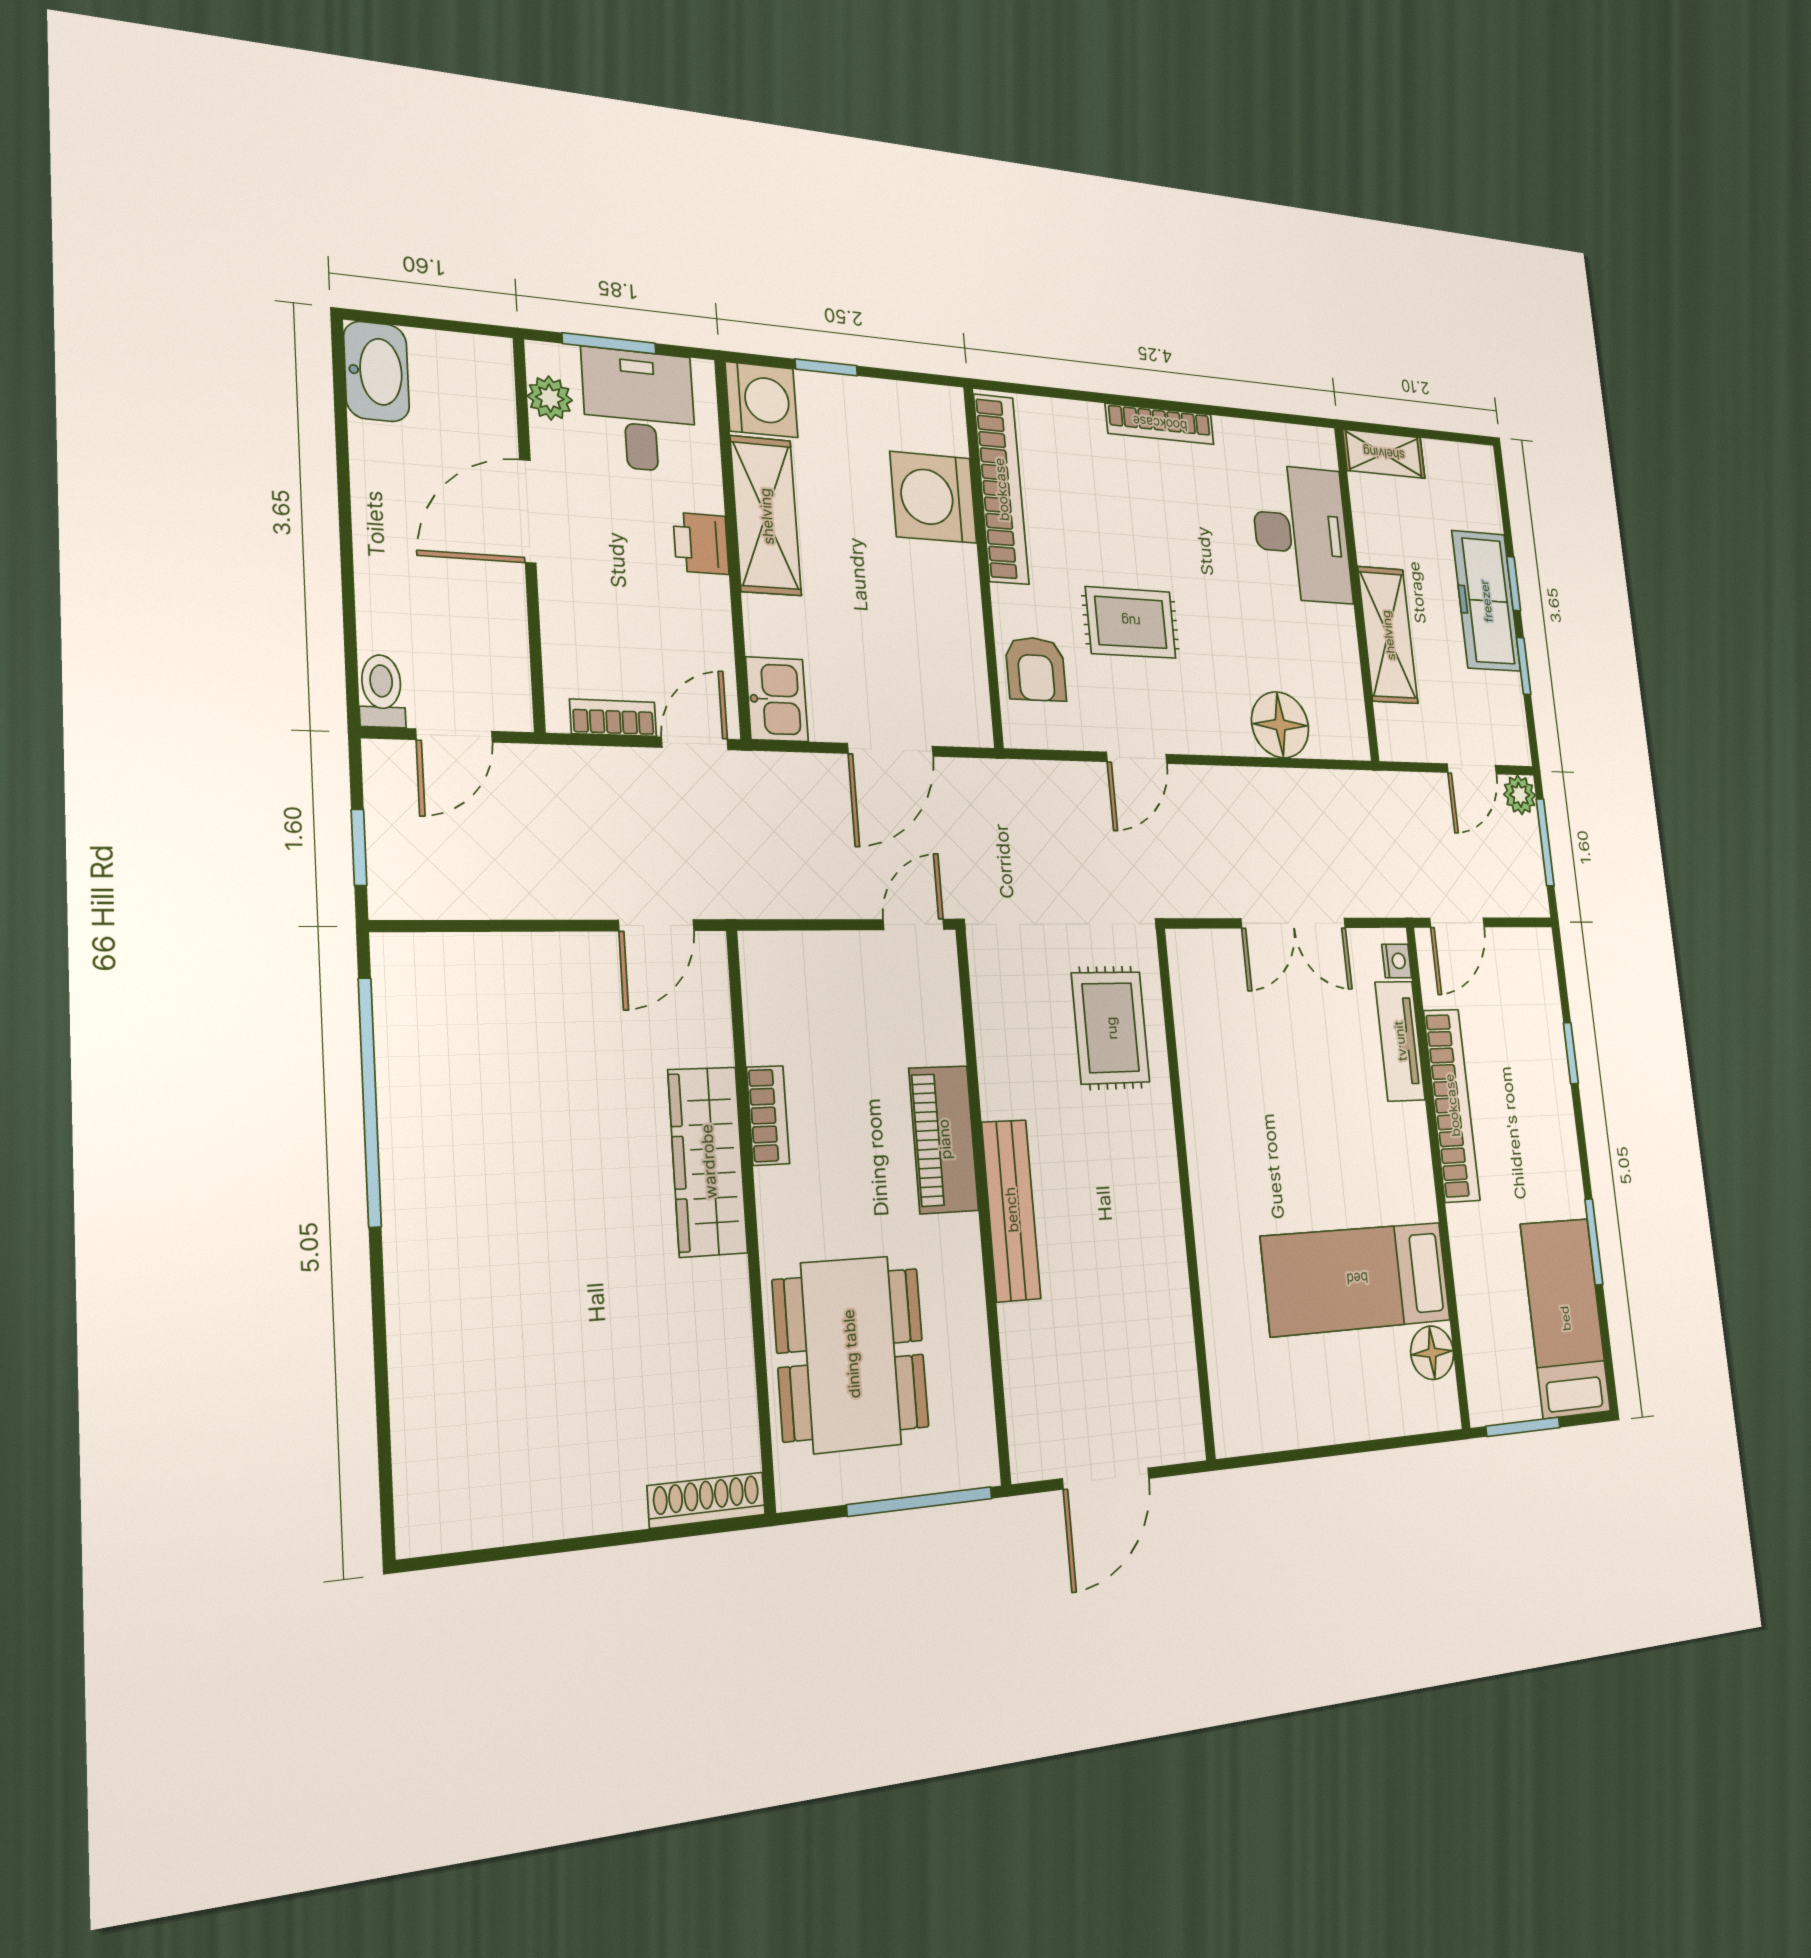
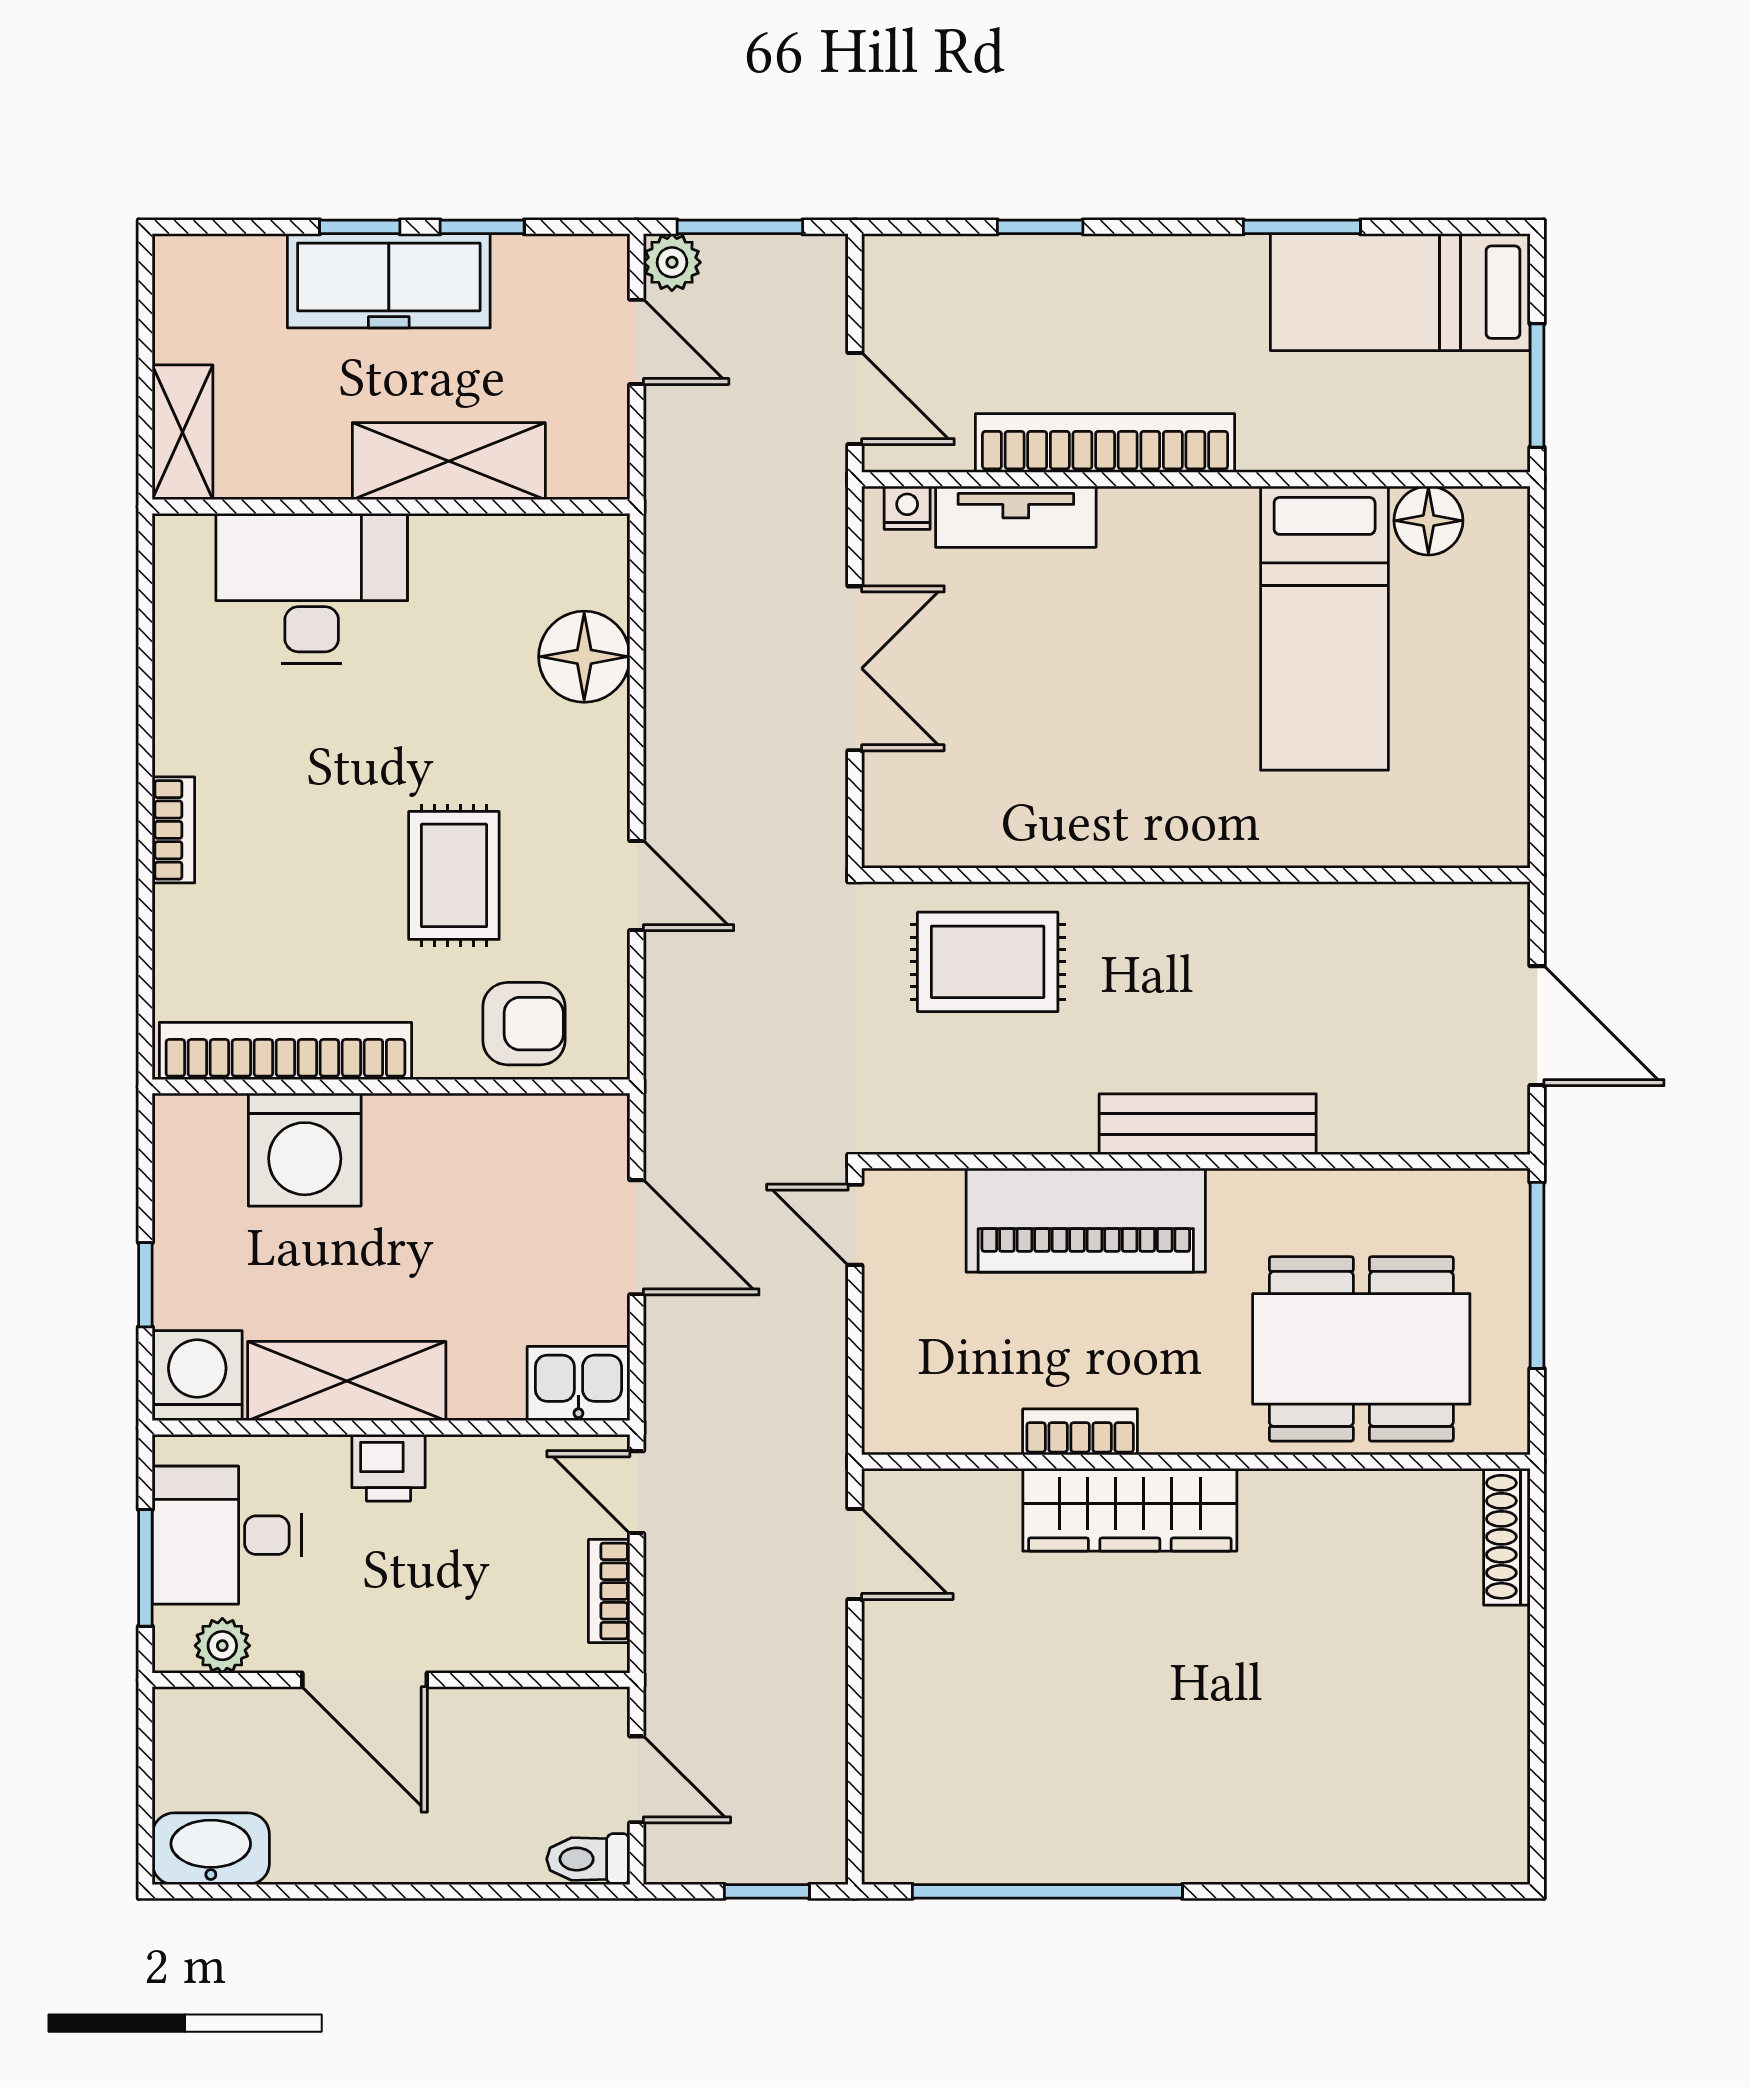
bookcase: (1160, 424) -> (173, 830), width x0.64
piano: (944, 1139) -> (1086, 1220), width x1.37, depth x1.33

